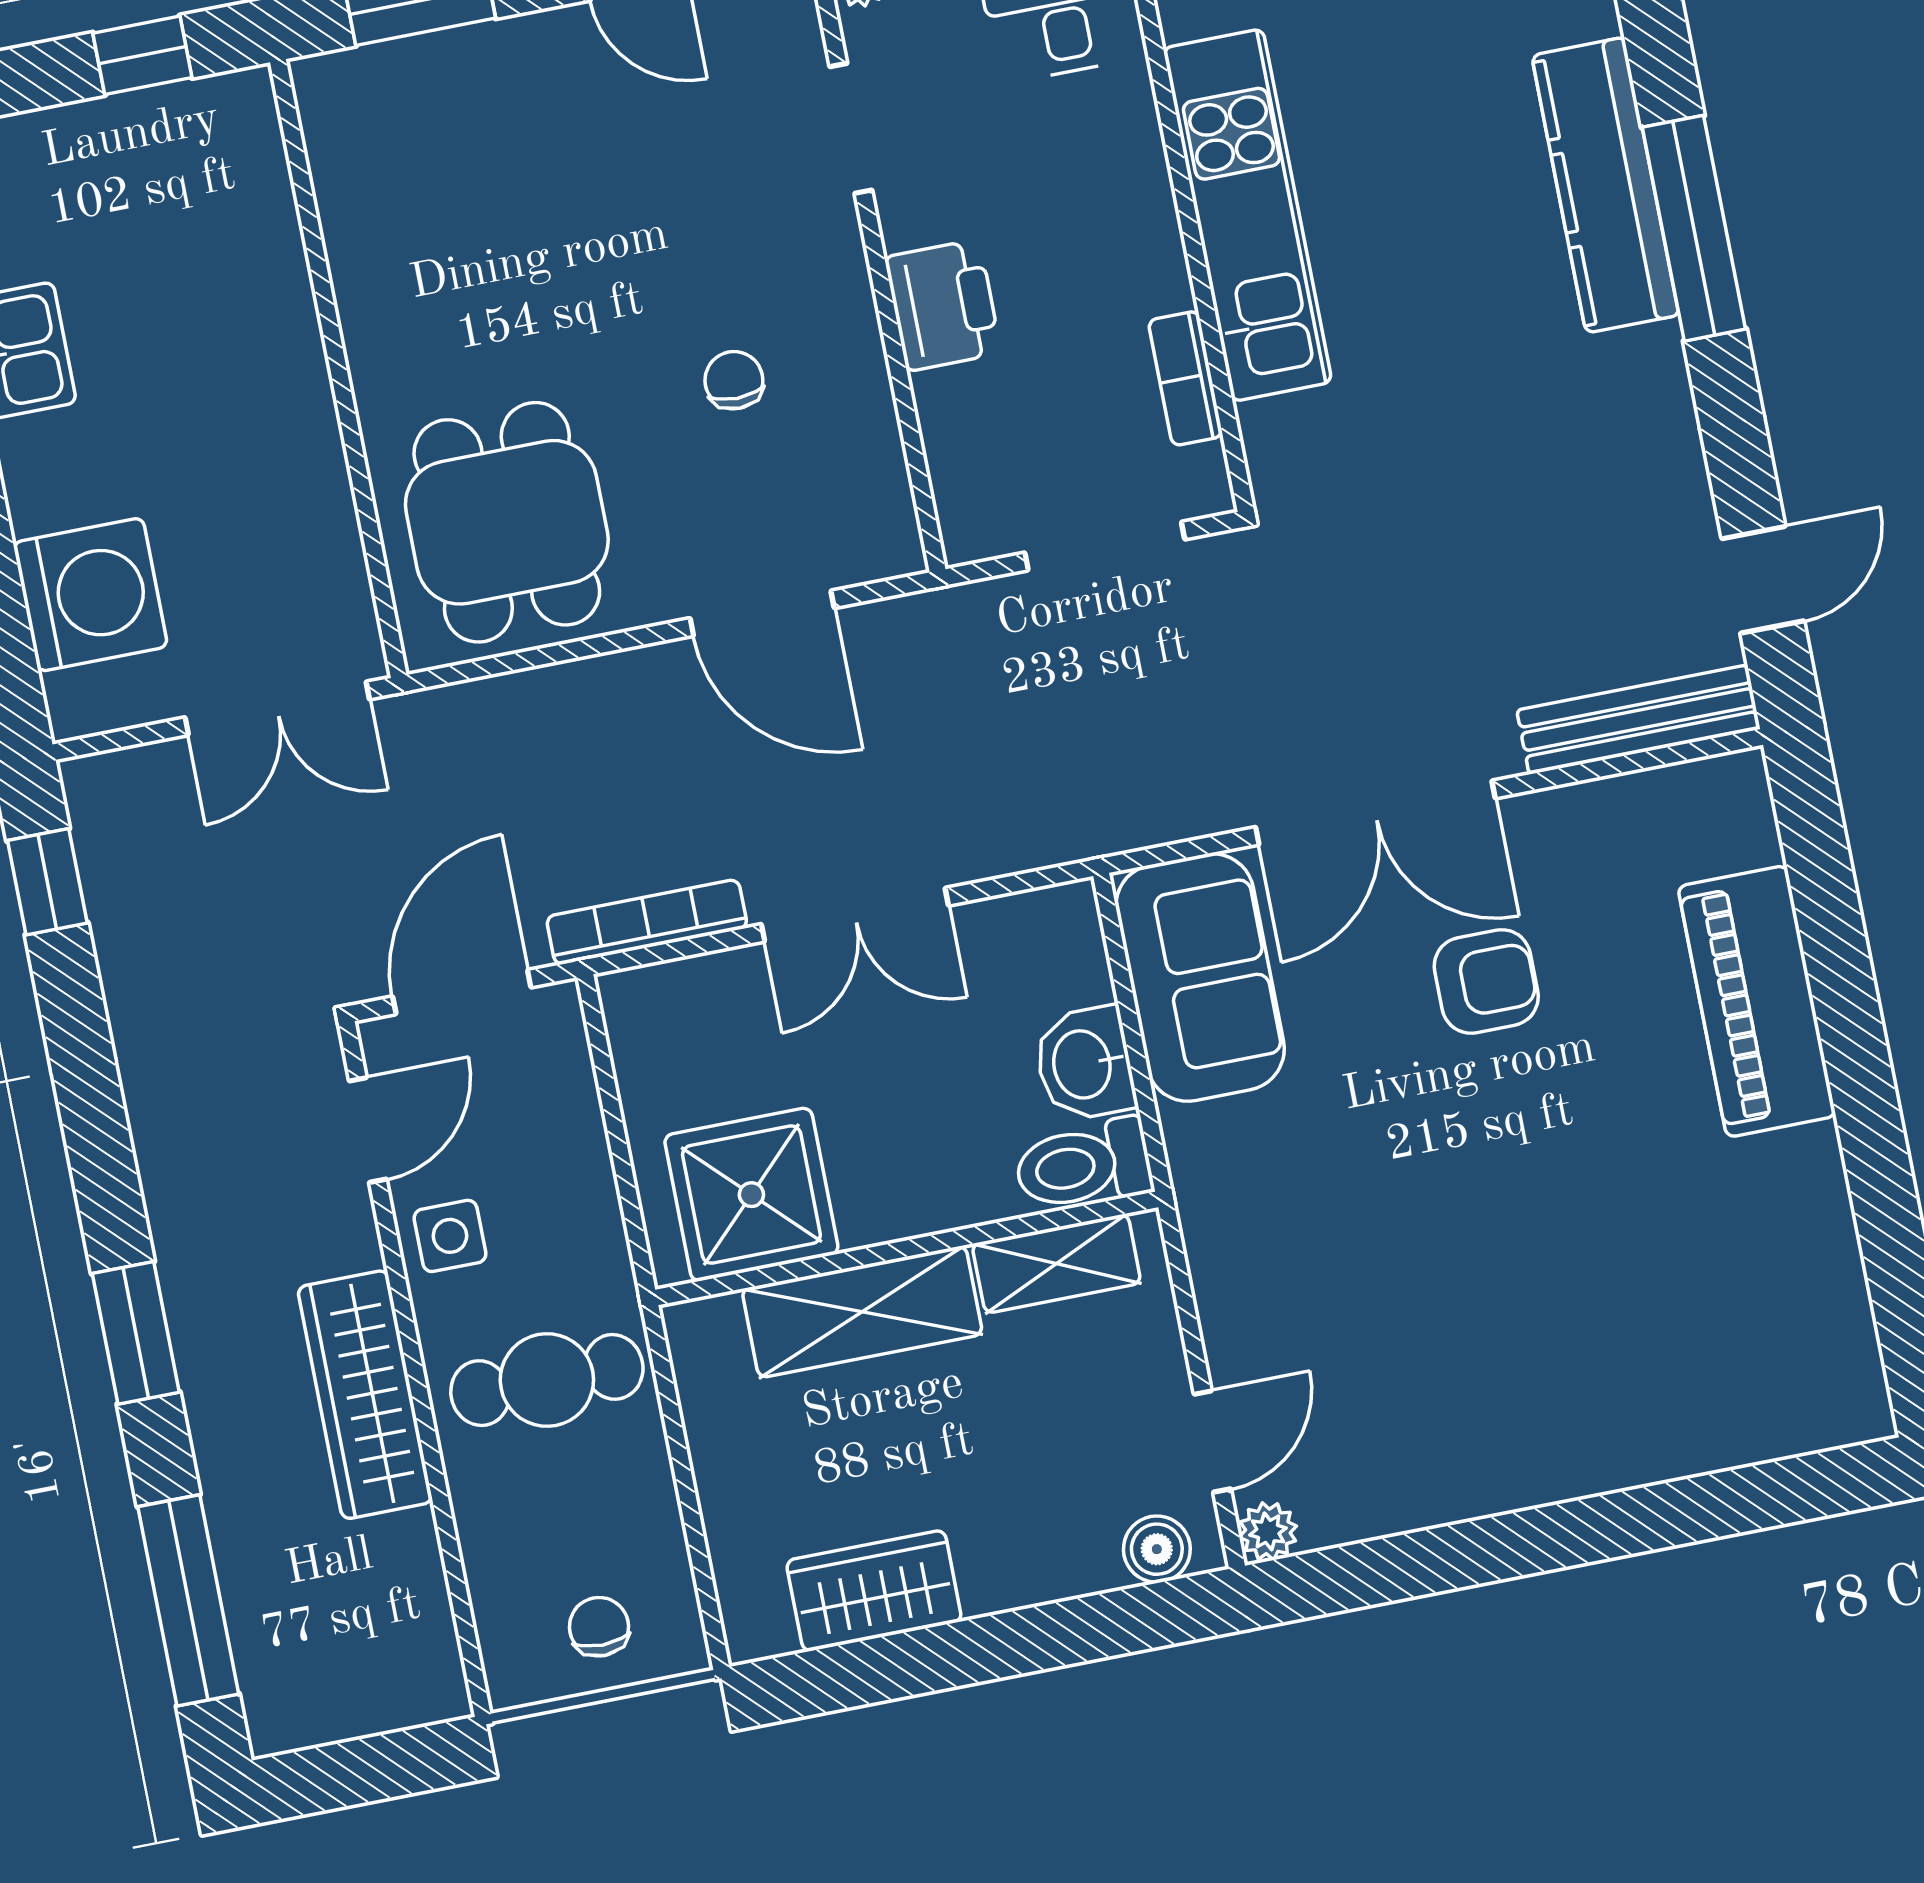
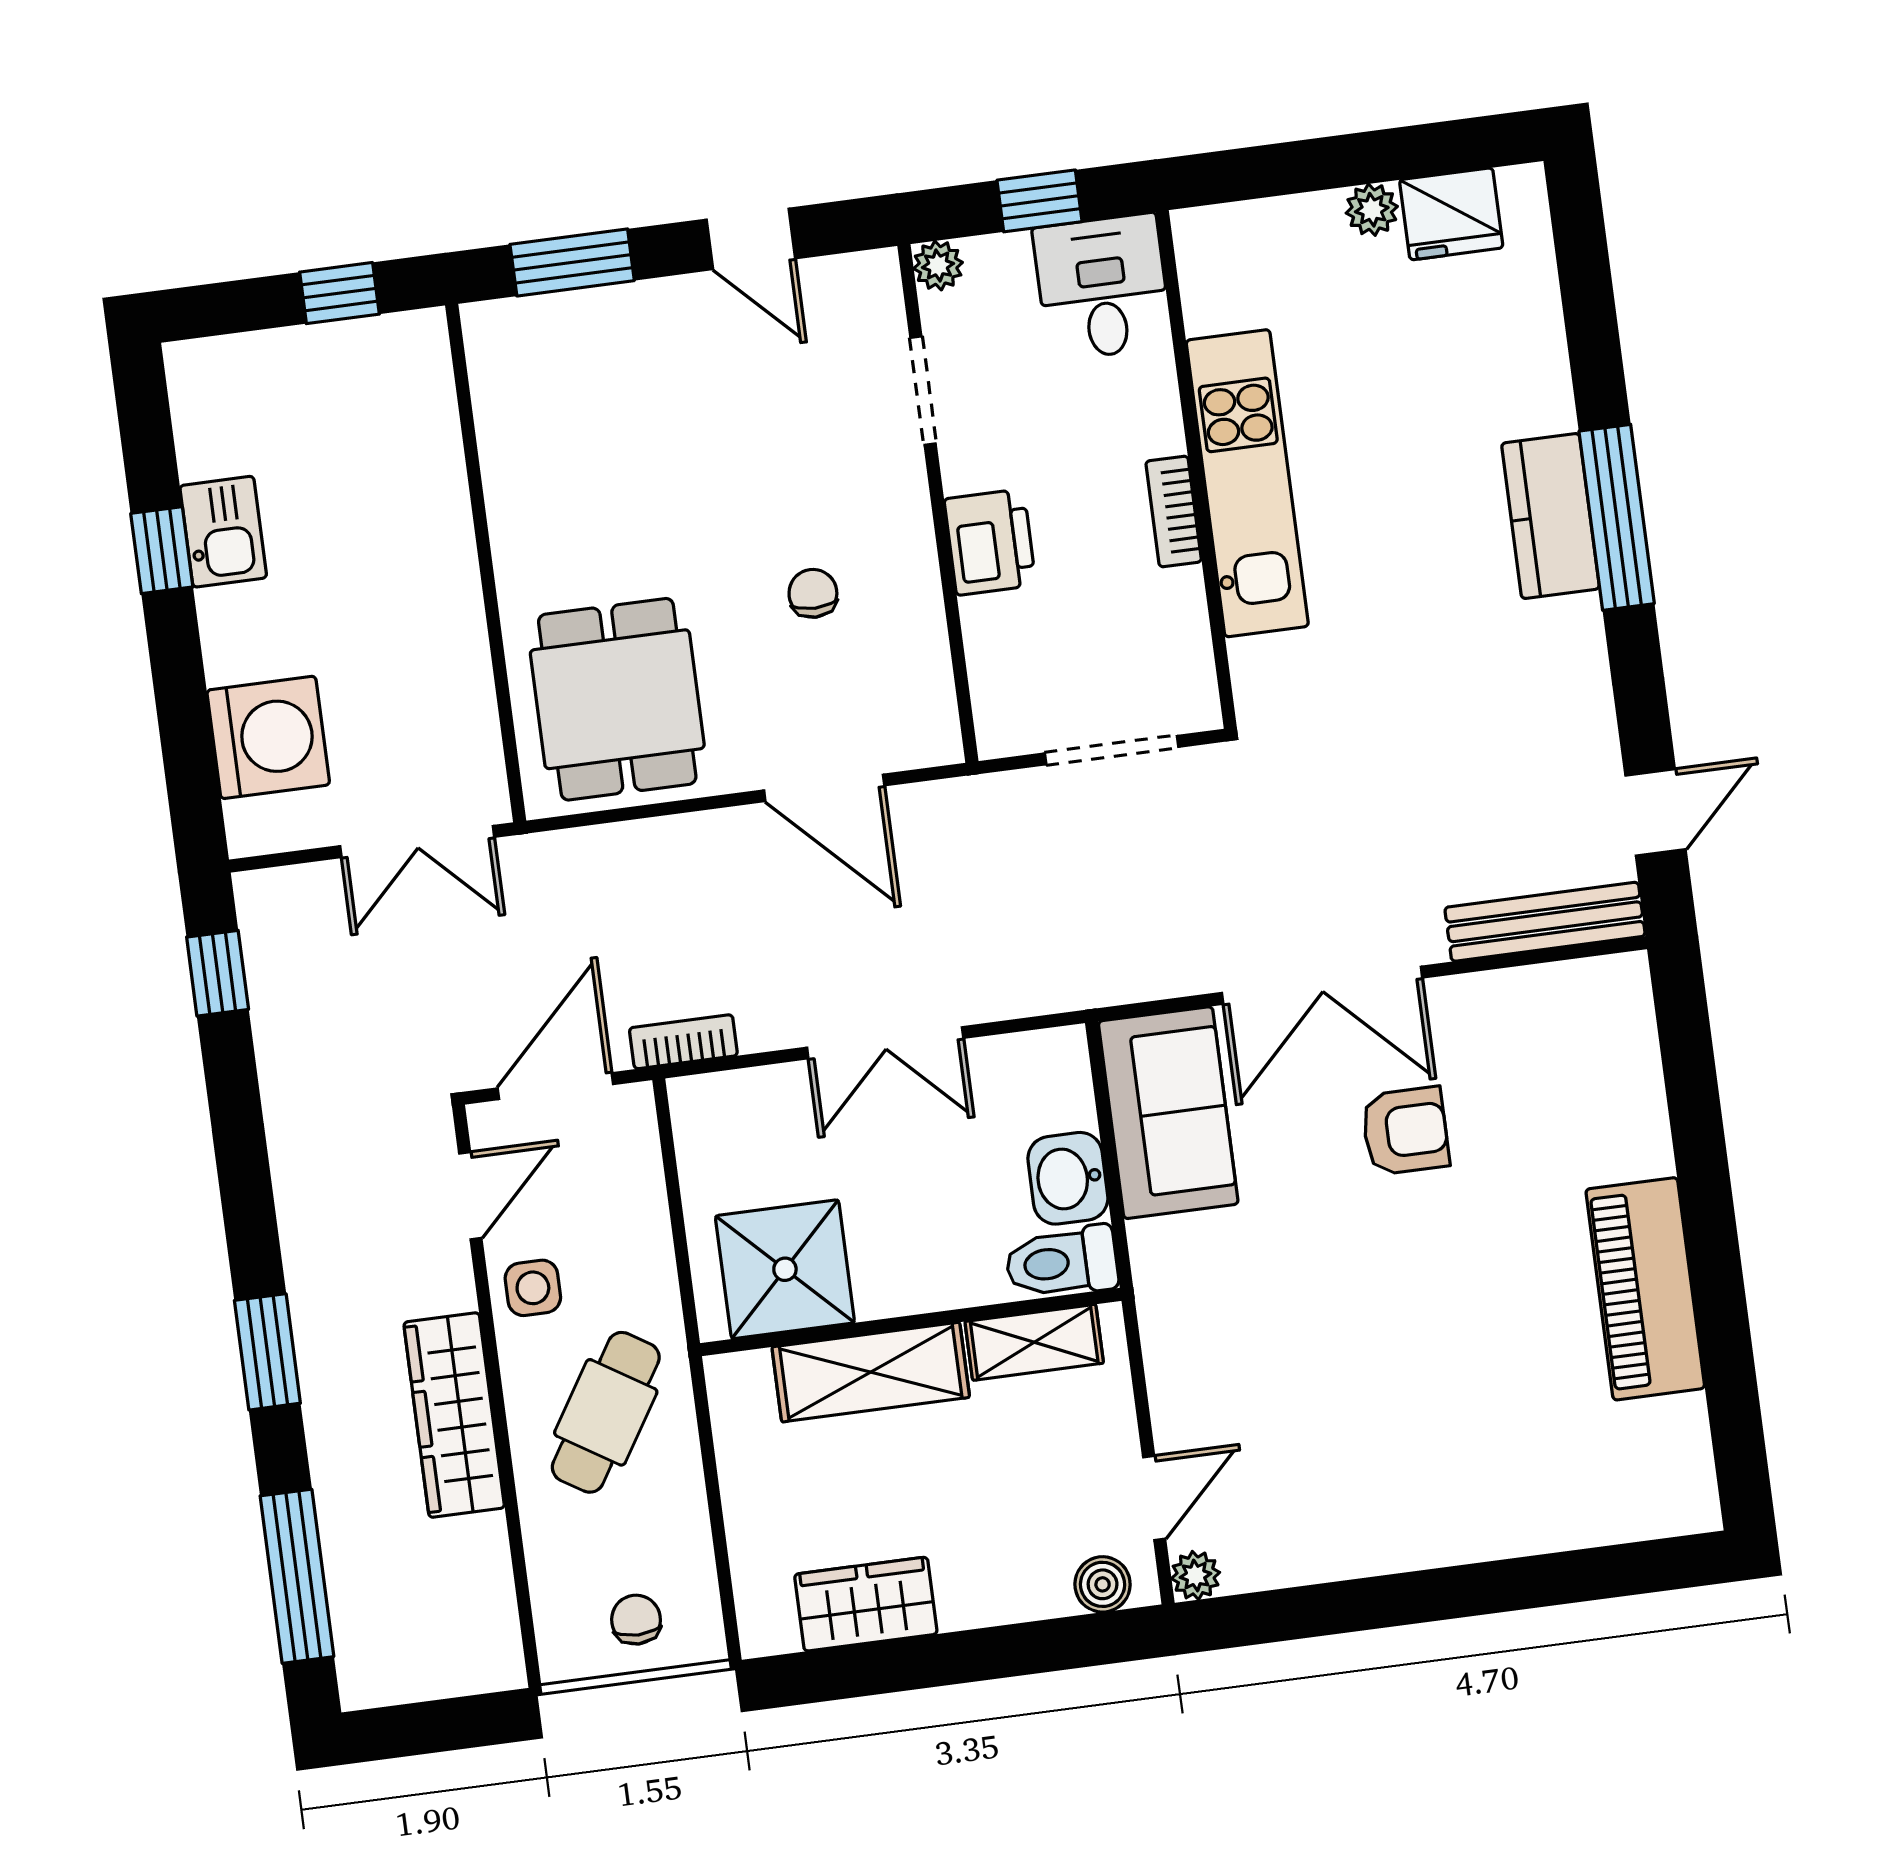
kitchen counter: (1605, 185) -> (1551, 516), width x0.67
bookcase: (1185, 378) -> (1174, 511), moved
bookcase: (647, 922) -> (683, 1042), width x0.64
piano: (1757, 1001) -> (1645, 1289), moved
cafe table: (547, 1380) -> (606, 1412), turned -58

